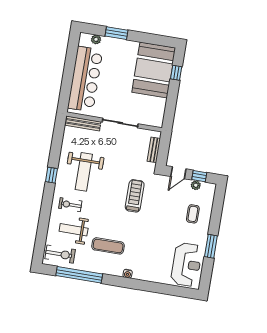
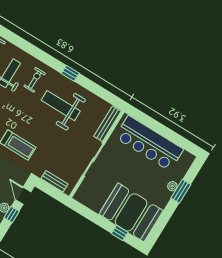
plant: (96, 39) -> (172, 186), moved

